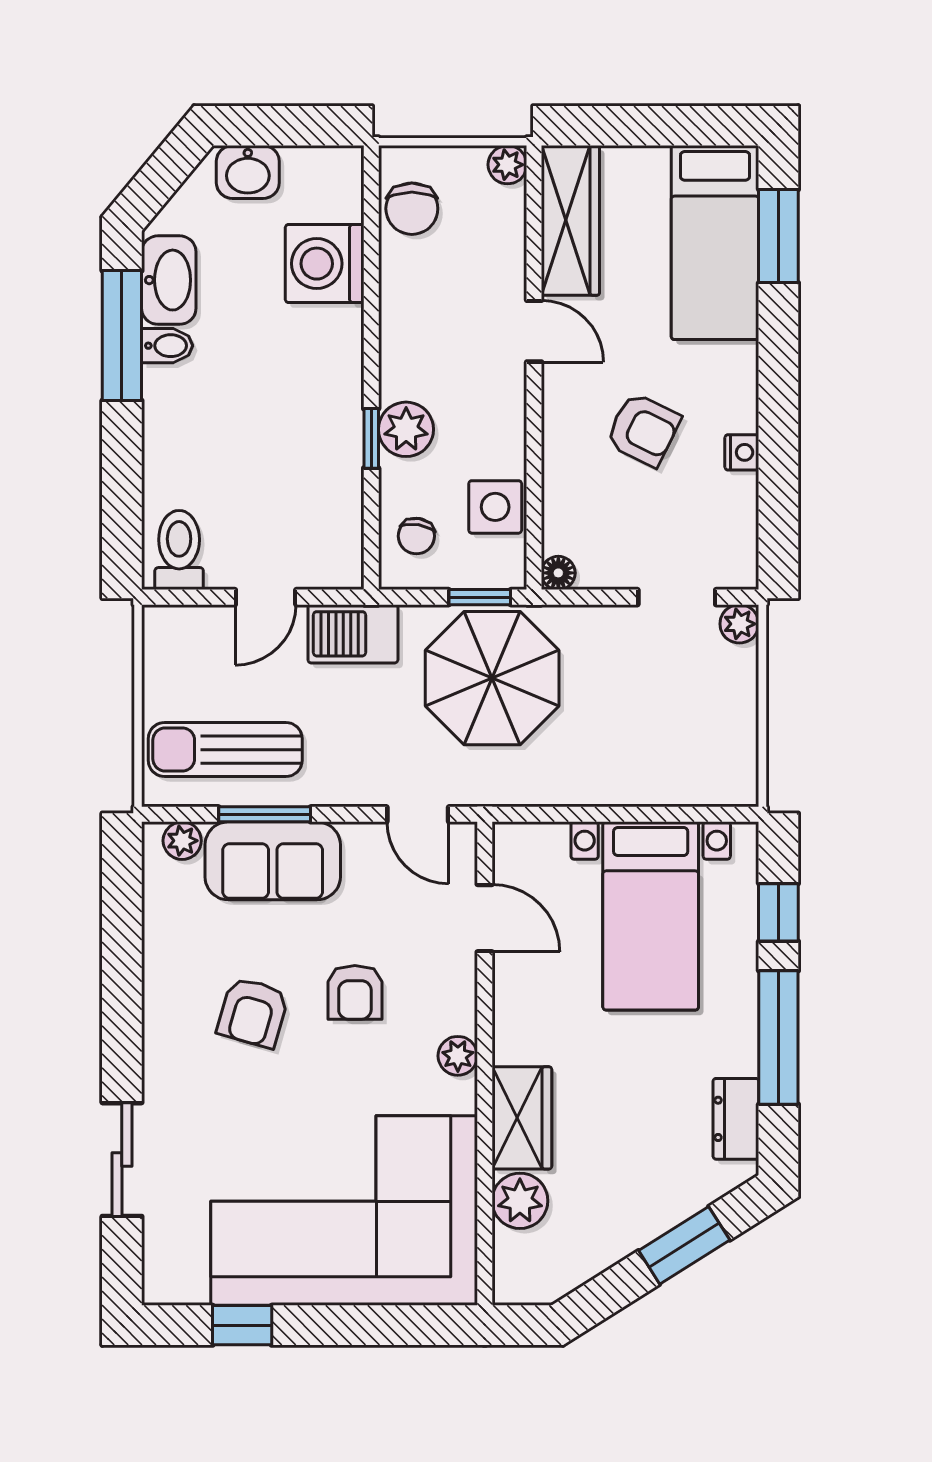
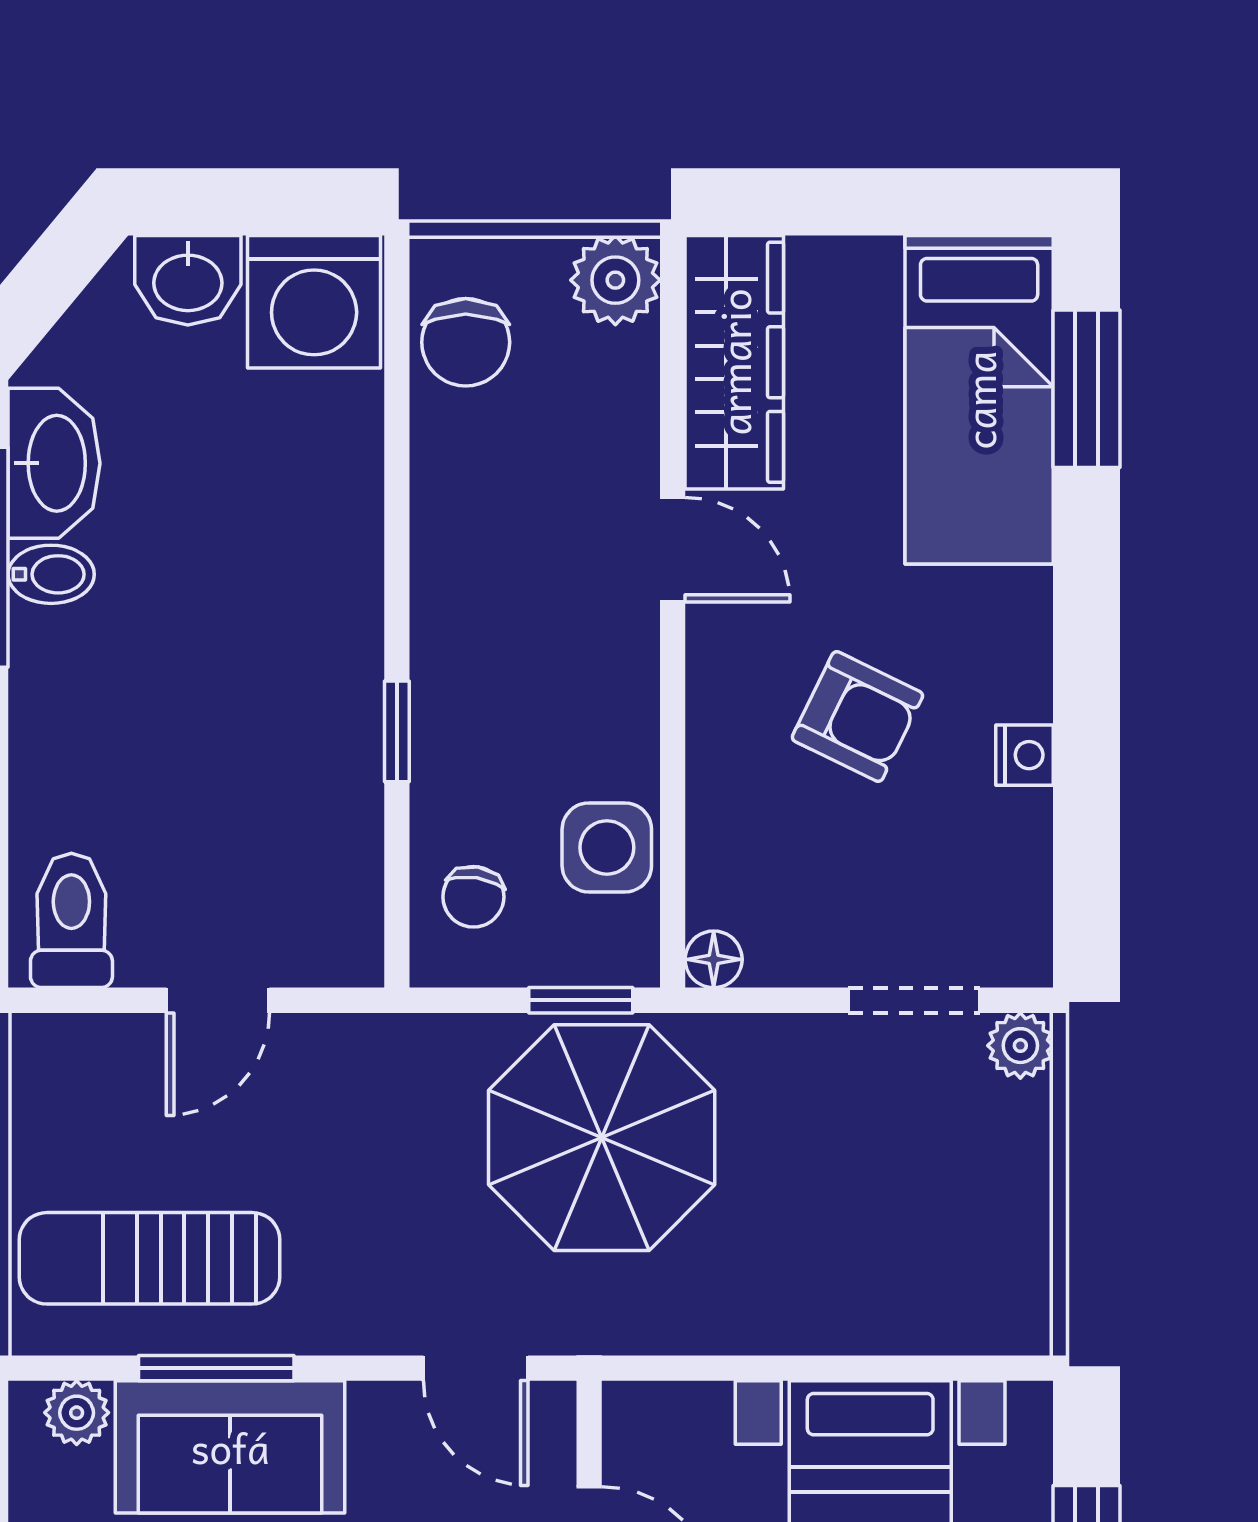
plant: (507, 165) -> (615, 280), width x1.38, depth x1.38
washing machine: (325, 264) -> (314, 302), moved, turned -90
plant: (406, 429) -> (456, 716), removed
barbecue: (353, 634) -> (366, 1062), removed

